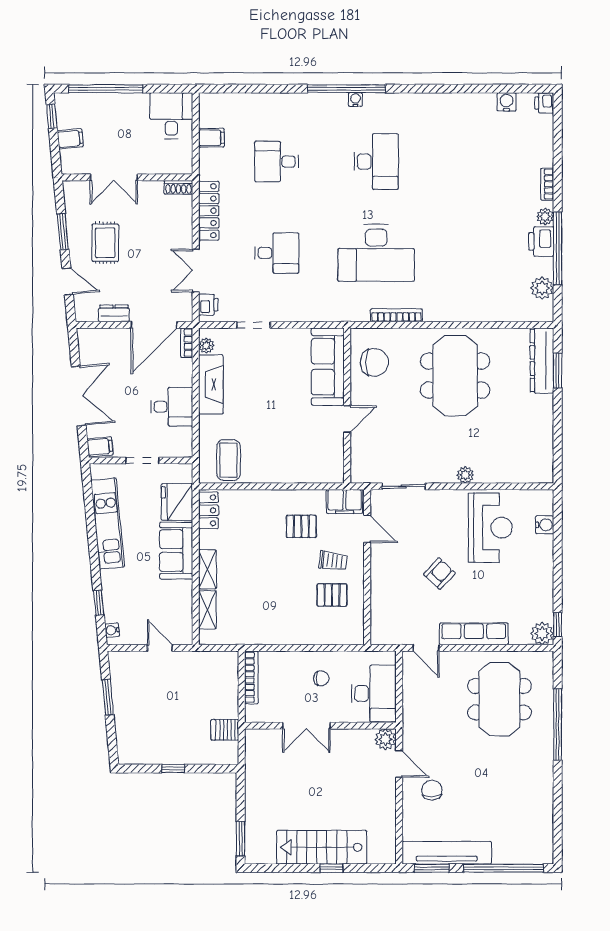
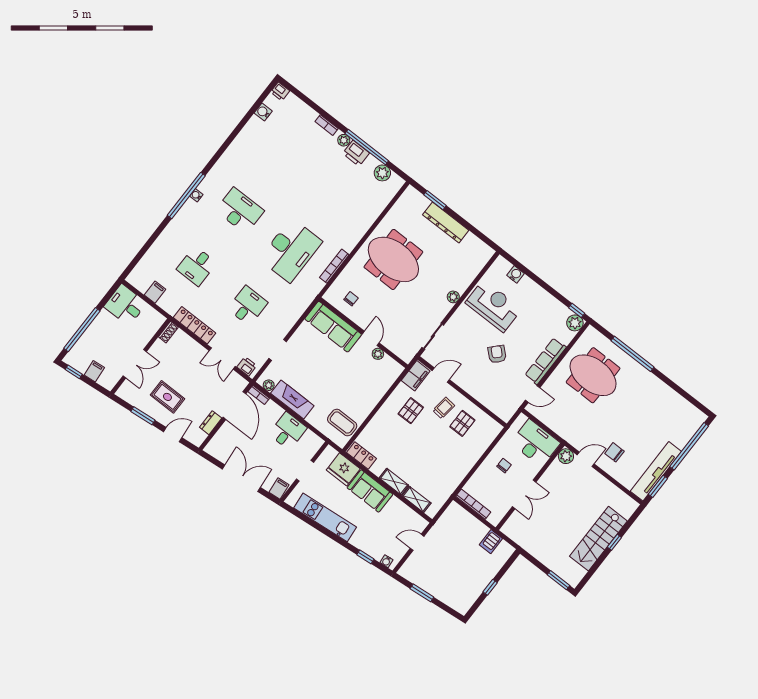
dresser: (542, 361) -> (446, 222), moved
chair: (374, 362) -> (351, 299), width x0.54, depth x0.54
plant: (336, 440) -> (378, 354), added

